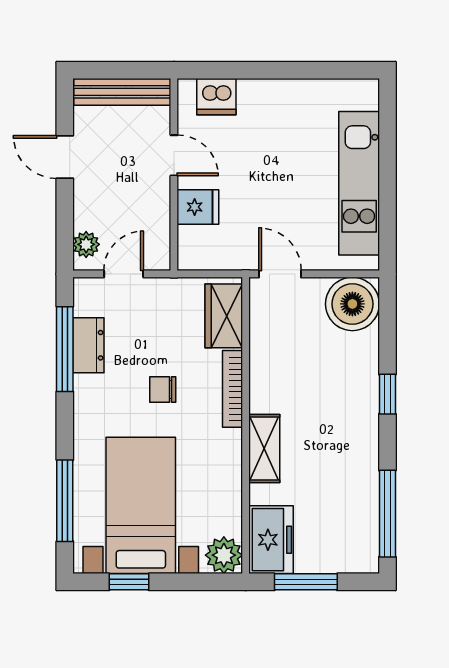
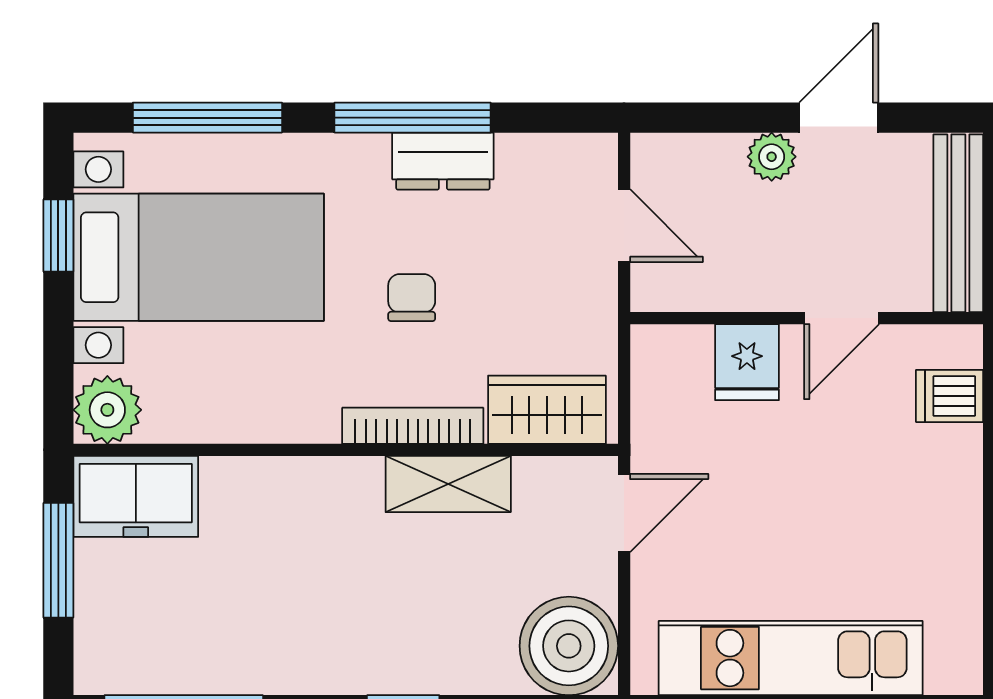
dishwasher: (216, 97) -> (950, 396), width x0.73
plant: (86, 244) -> (772, 157), moved
dresser: (88, 345) -> (443, 161), moved
window: (65, 349) -> (413, 118), moved
shelving: (264, 449) -> (448, 484), moved

